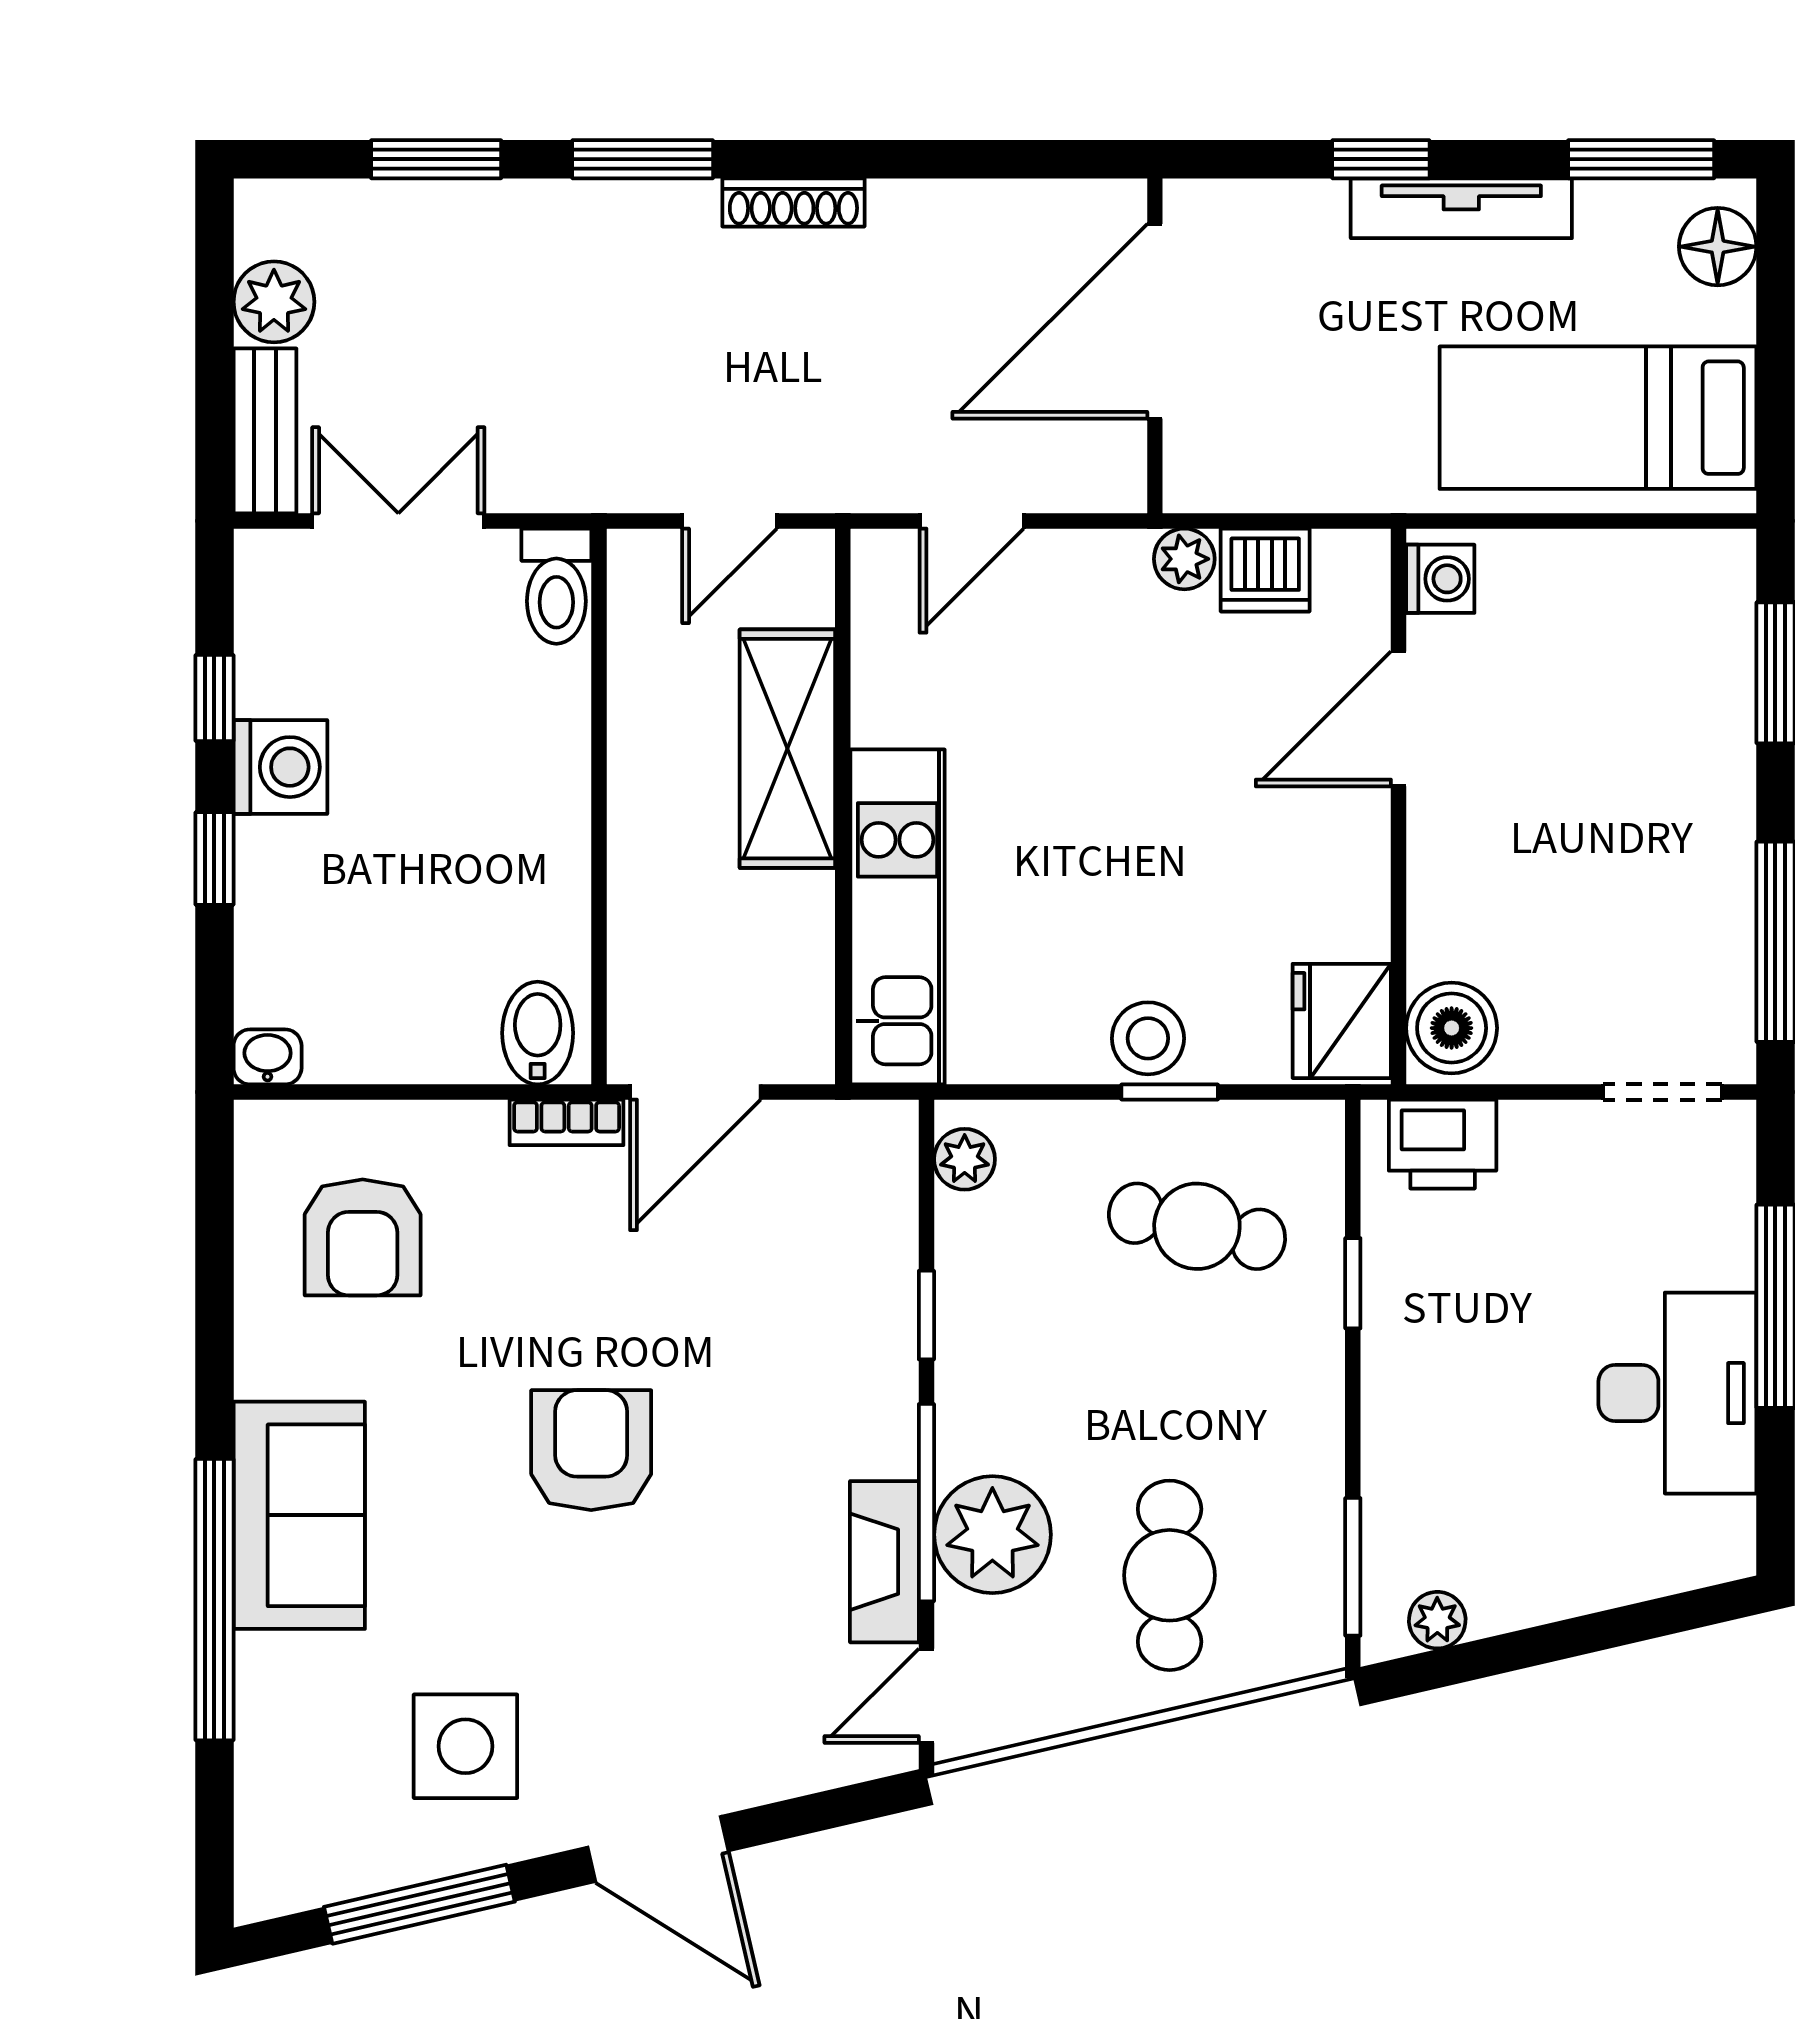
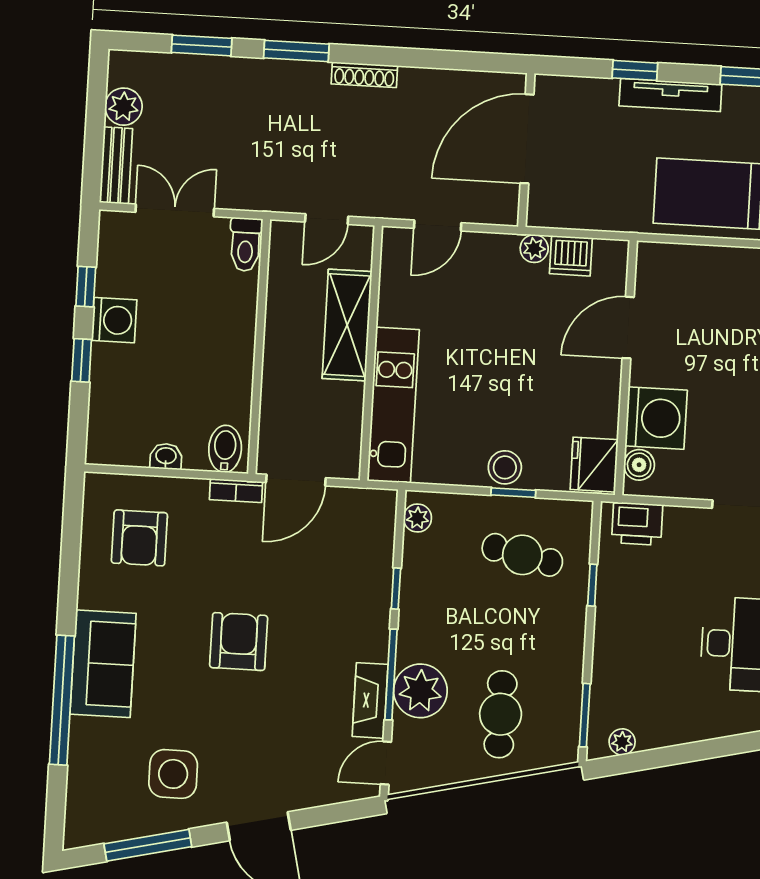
washing machine: (1440, 579) -> (656, 418), moved, width x1.89, depth x1.89
boiler: (1452, 1028) -> (639, 465), width x0.73, depth x0.73
washbasin: (268, 1057) -> (166, 456), moved

